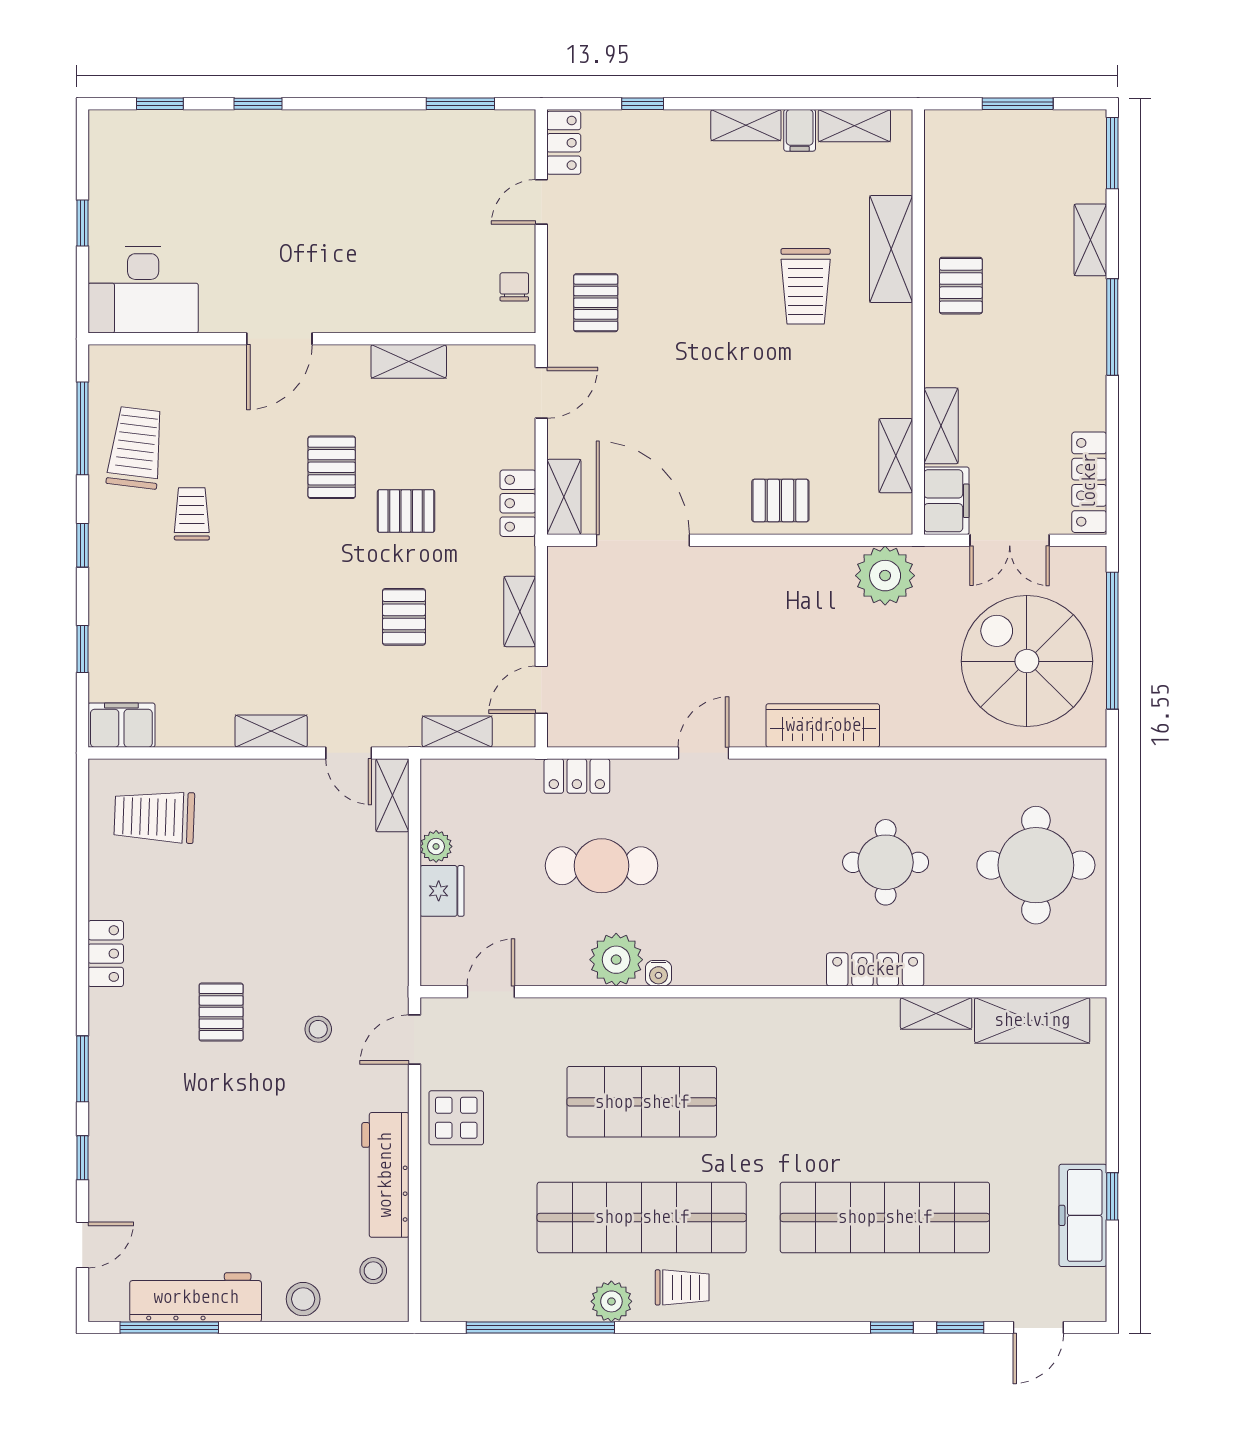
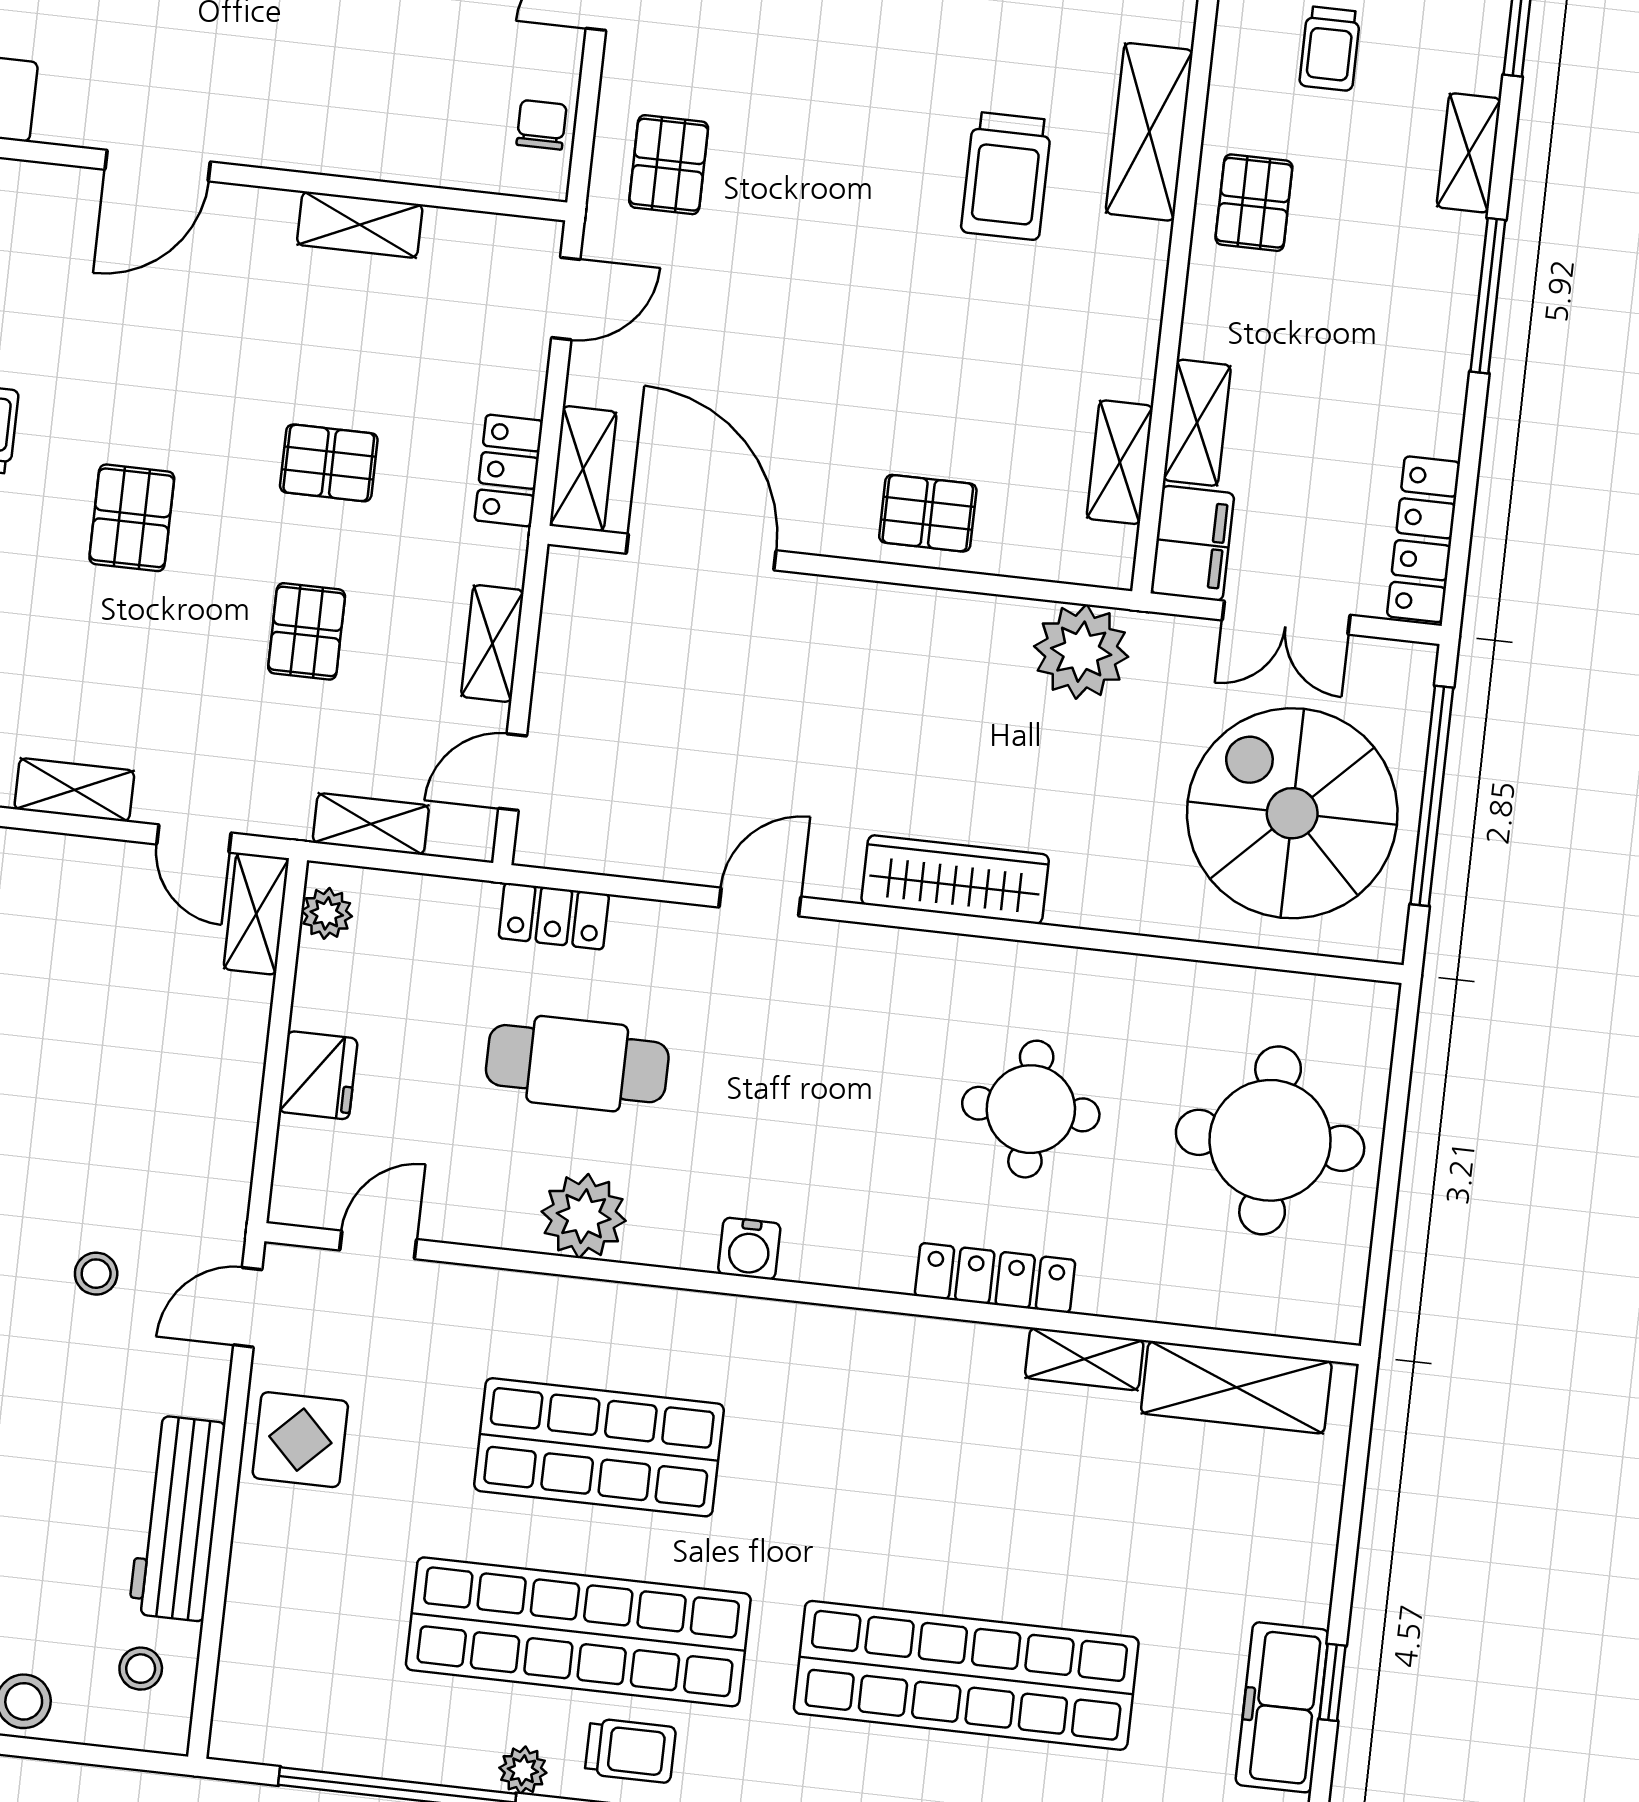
trolley: (997, 185) -> (1330, 49), added
pallet: (332, 467) -> (132, 518), moved
plant: (436, 846) -> (327, 913), moved
water cooler: (659, 973) -> (749, 1249), moved, width x1.38, depth x1.38
plant: (611, 1301) -> (523, 1770), width x0.73, depth x0.73

